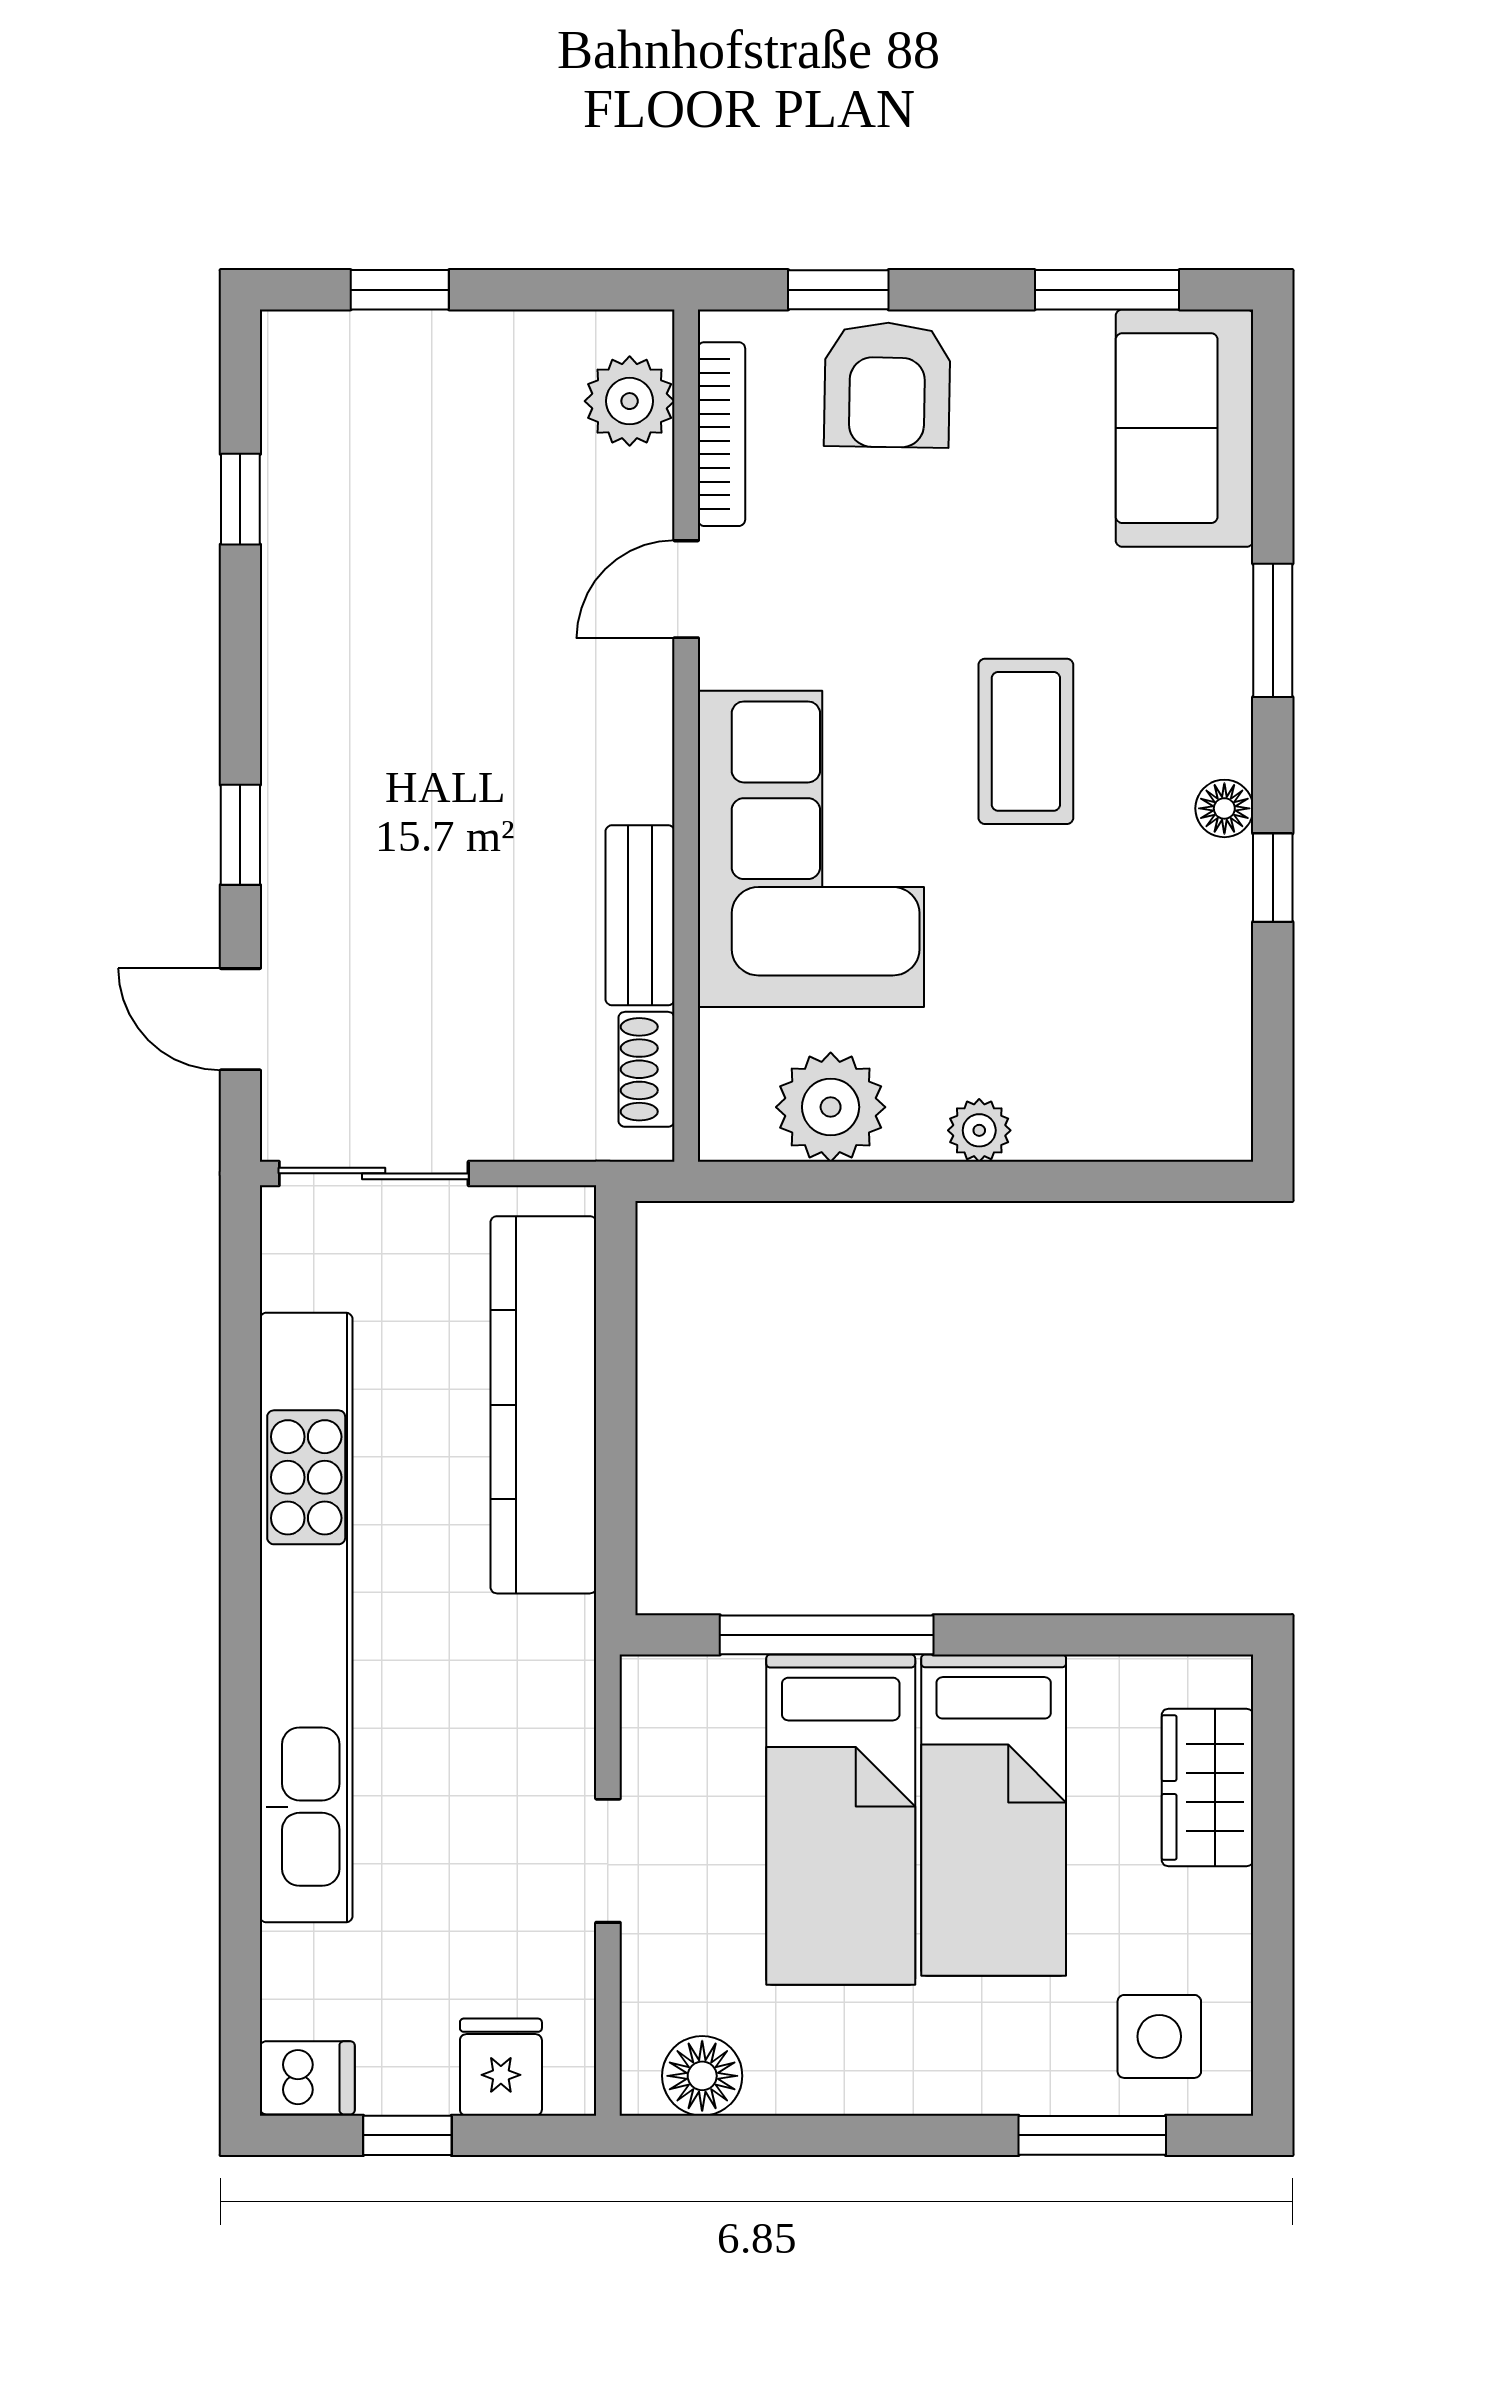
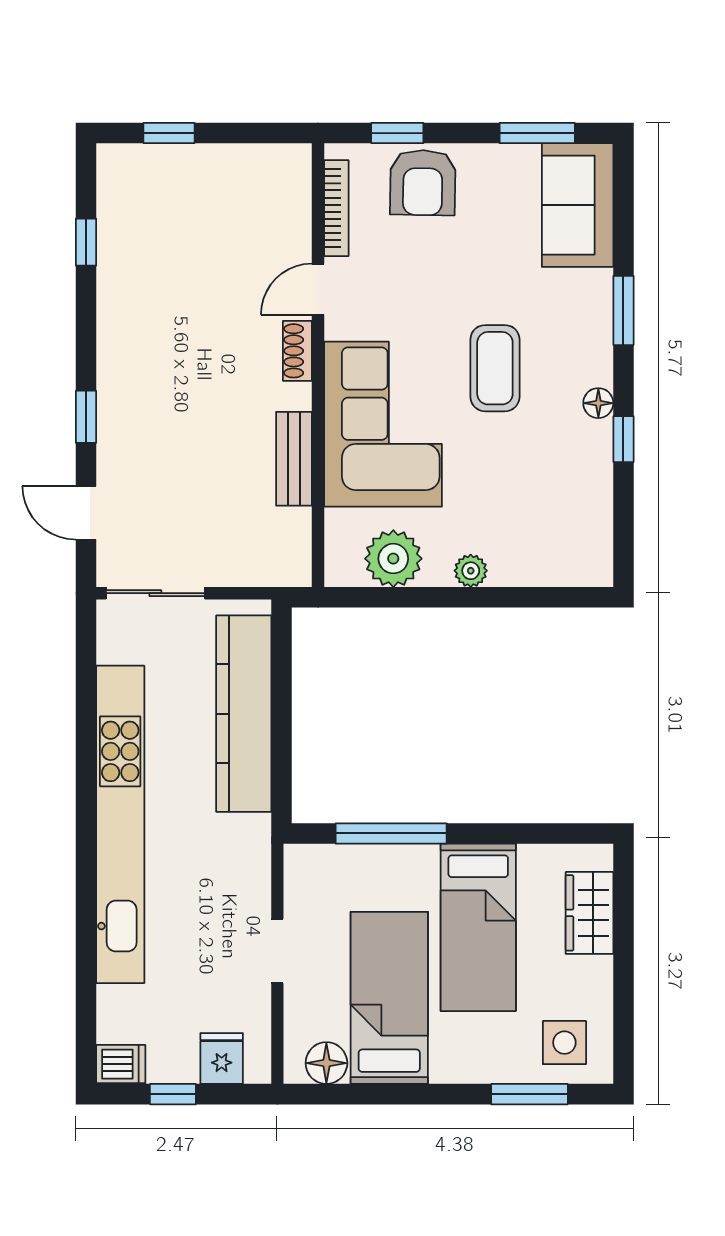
plant: (630, 401) -> (289, 191), removed
shoe rack: (646, 1069) -> (297, 351), moved
bed: (841, 1820) -> (389, 998), moved, turned 180

